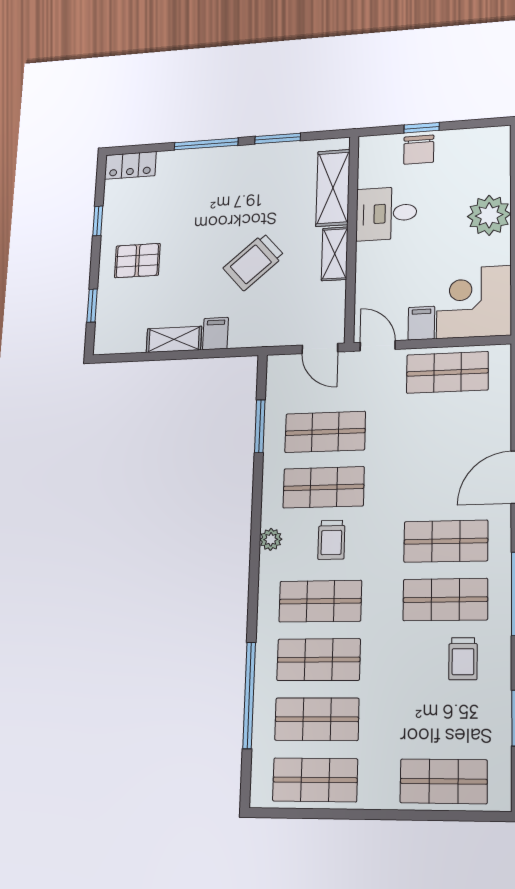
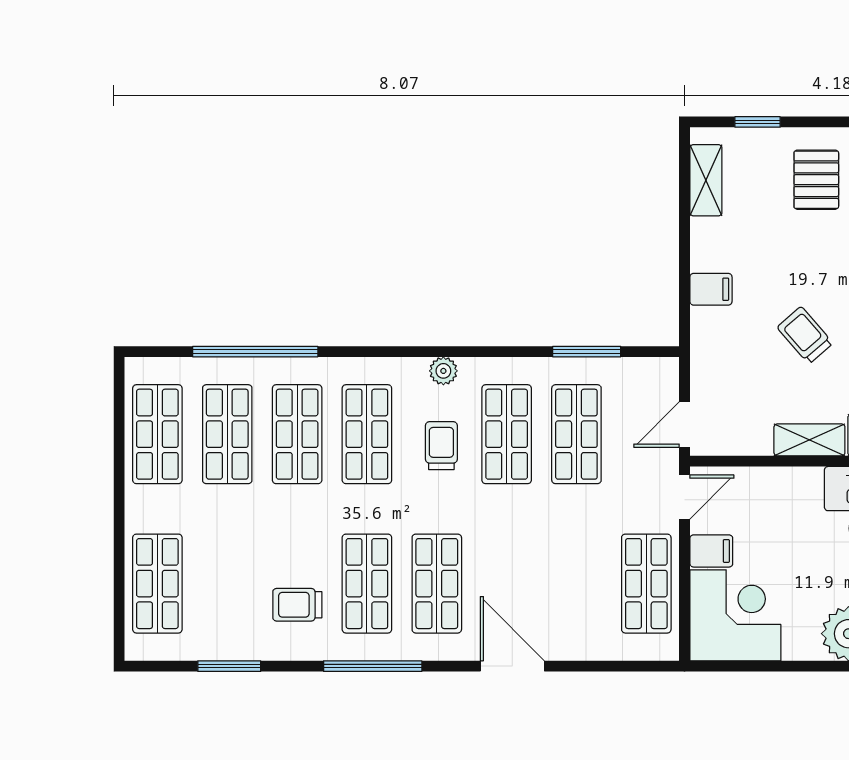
trolley: (254, 262) -> (805, 335), width x0.73, depth x0.72
shelving: (174, 339) -> (706, 180), moved
trolley: (331, 540) -> (441, 446), turned 90

